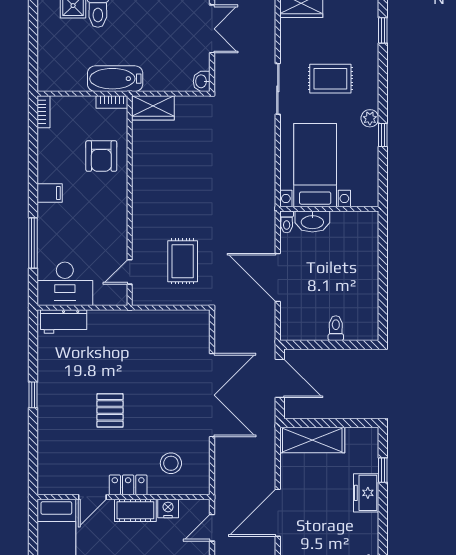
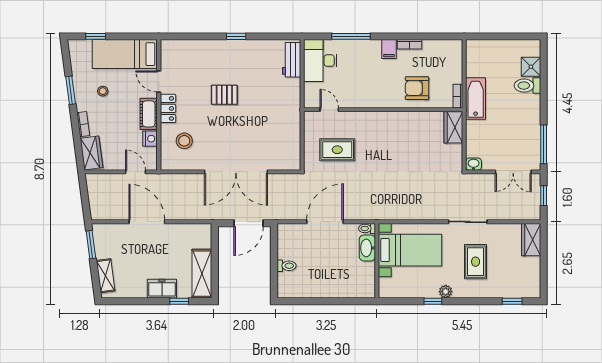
bookcase: (43, 112) -> (409, 44), moved
shelving: (312, 440) -> (202, 274), moved

